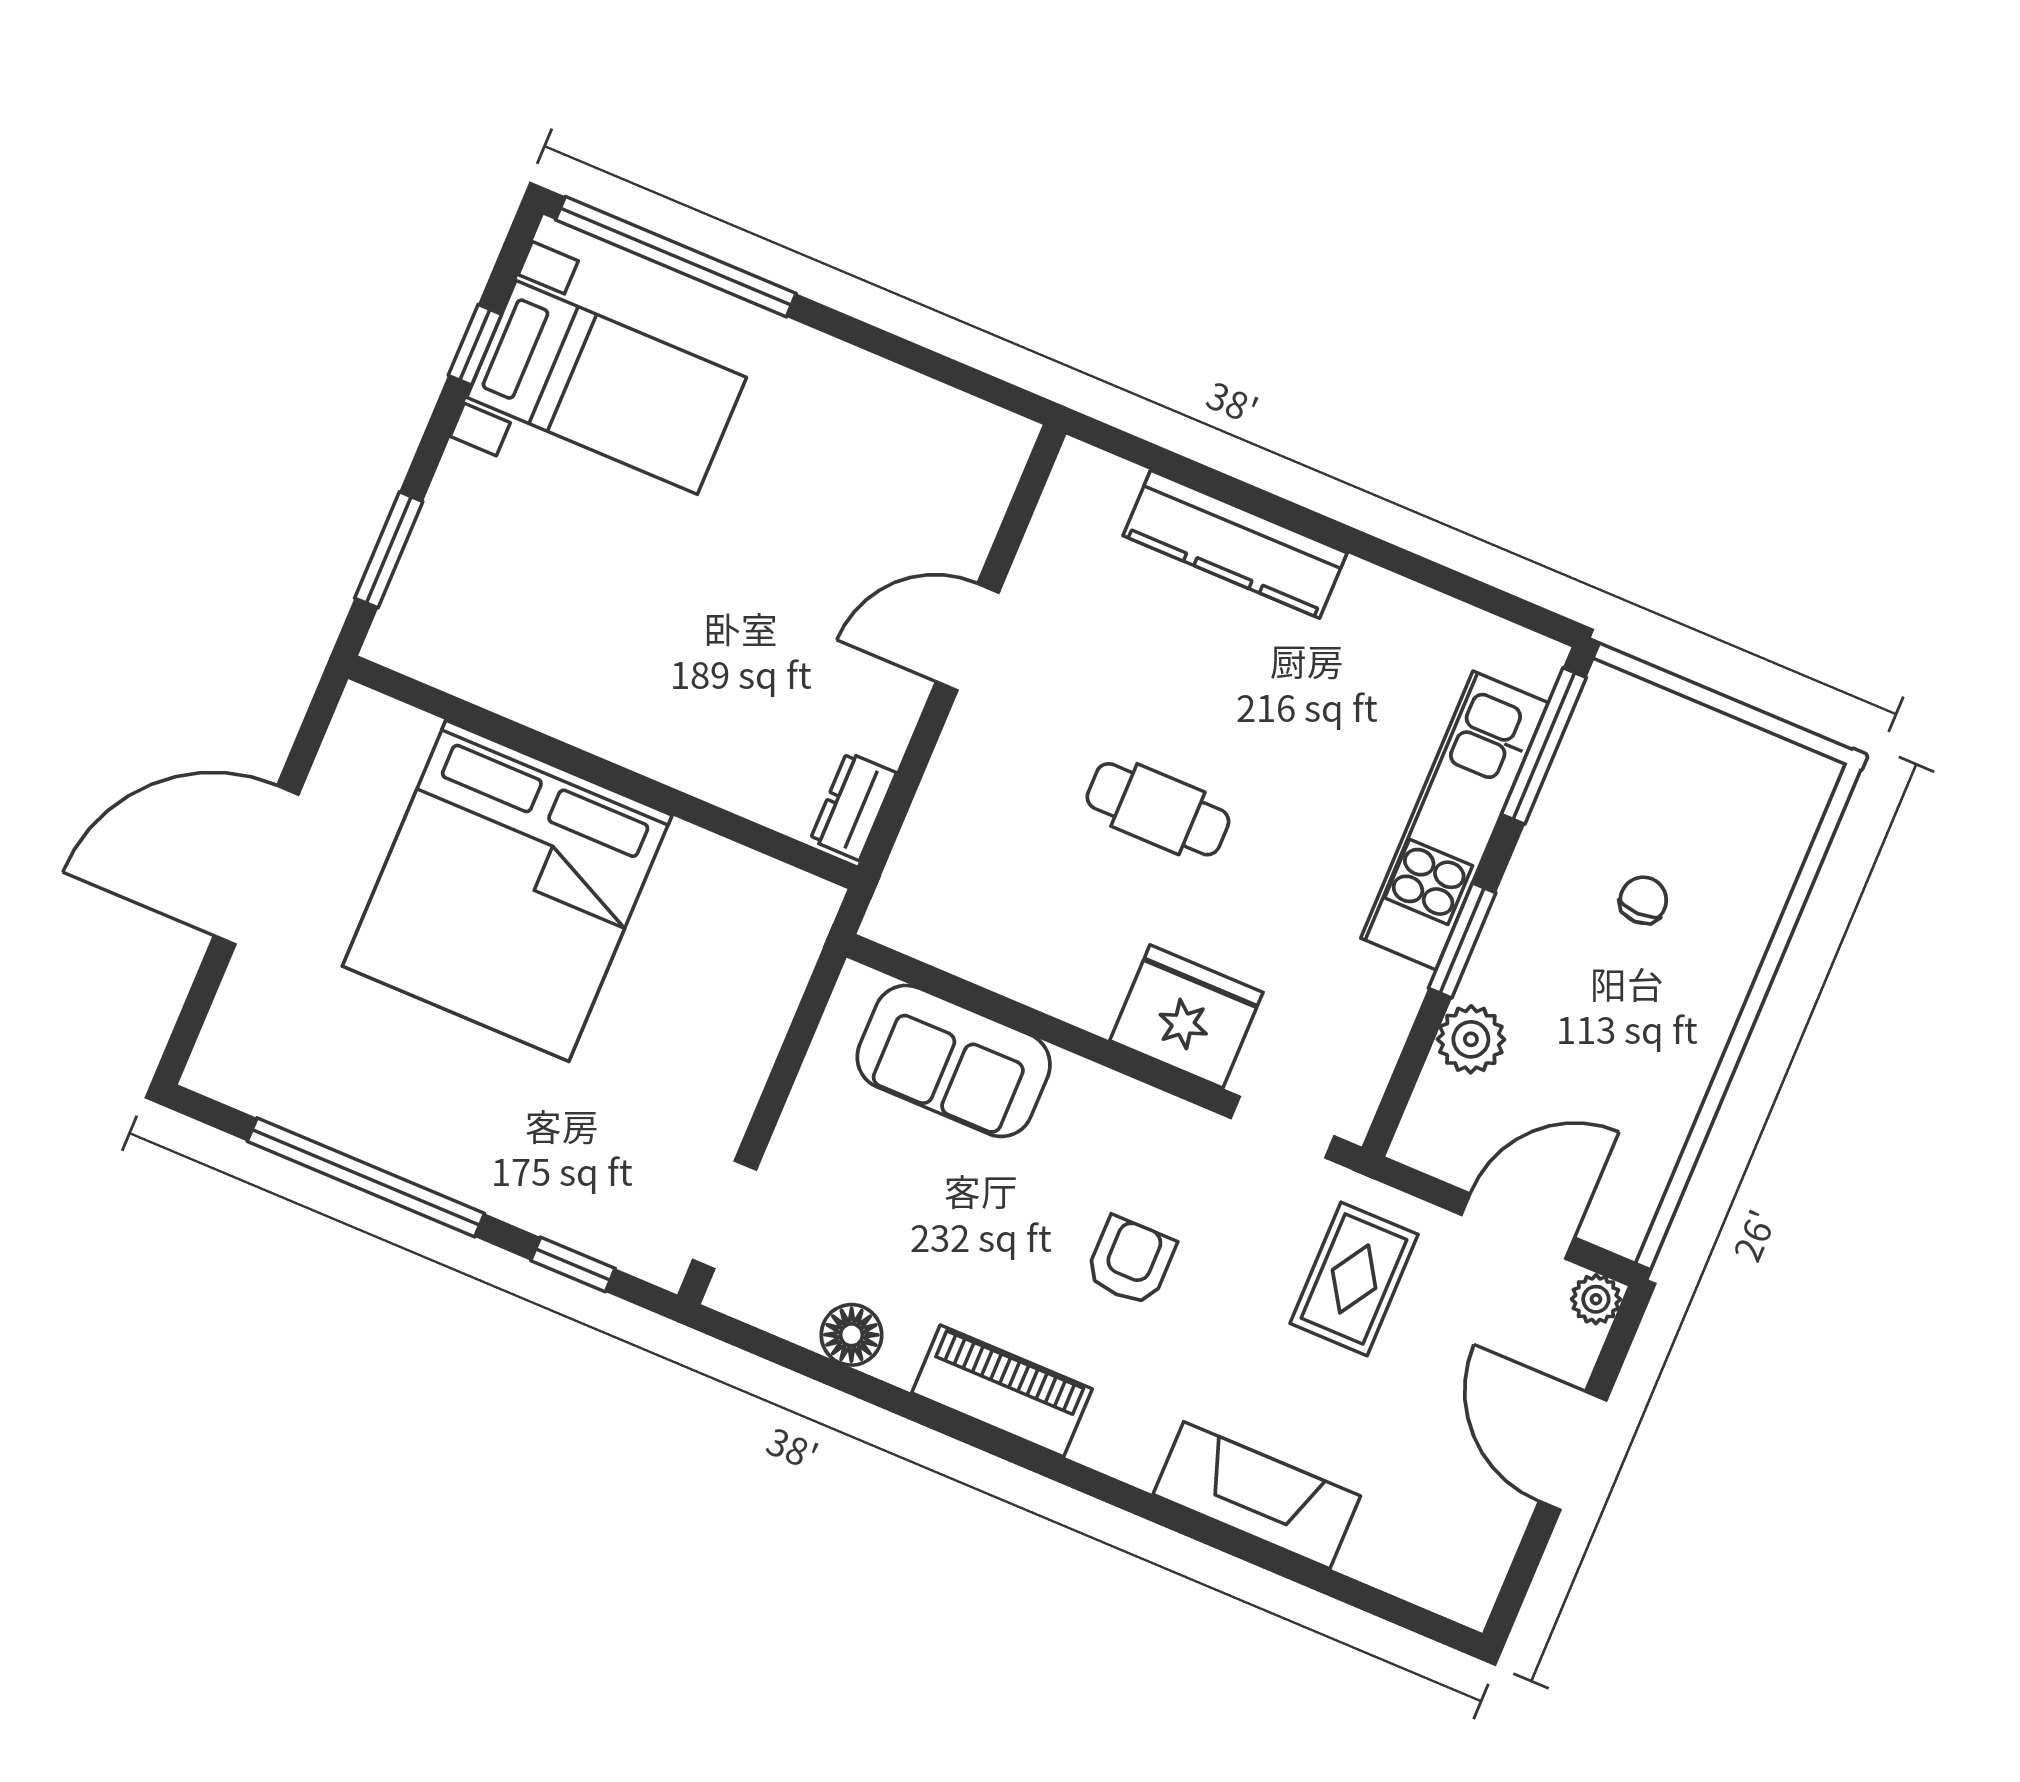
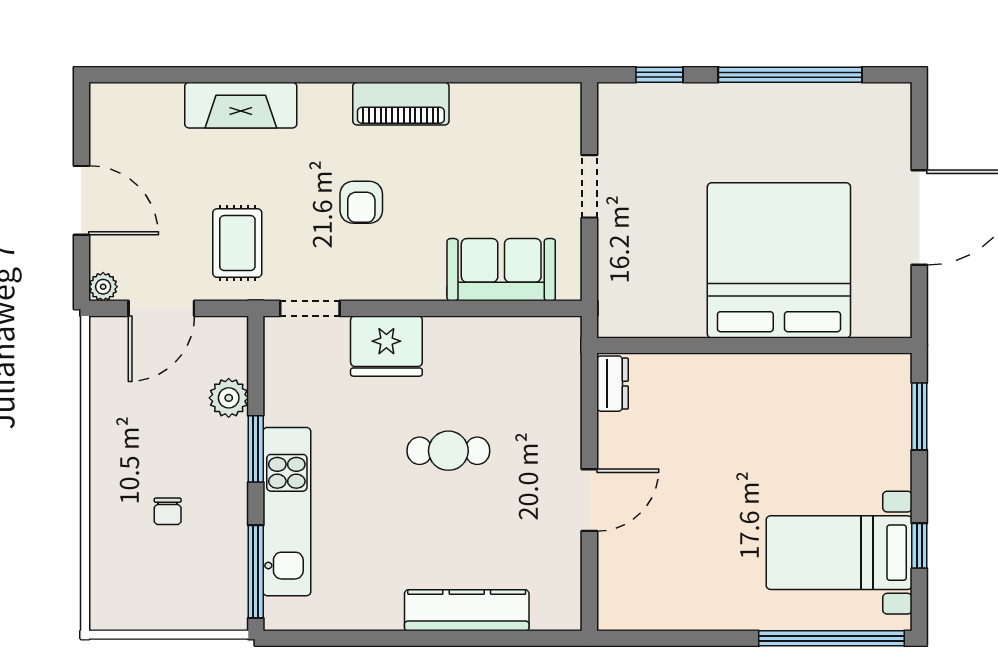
doorway: (725, 1215) -> (589, 186), moved
floor lamp: (851, 1335) -> (494, 100), removed

